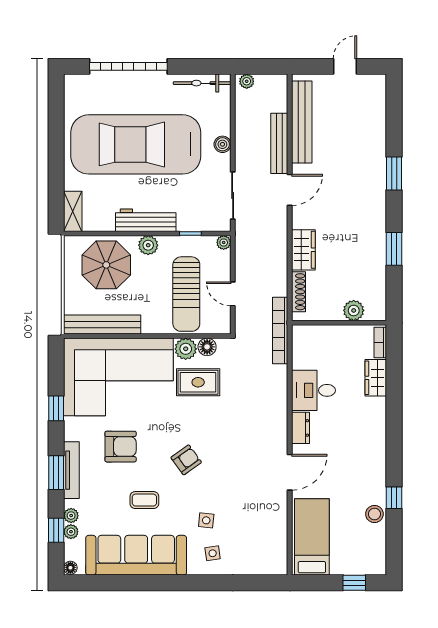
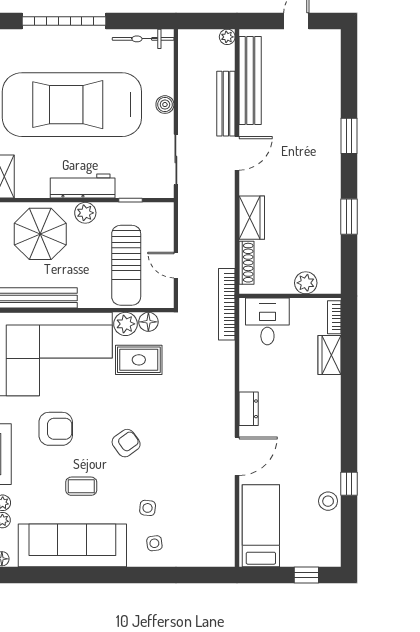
plant: (247, 81) -> (227, 37), moved
plant: (224, 242) -> (166, 210), removed
desk: (313, 390) -> (267, 321), moved, turned 90

